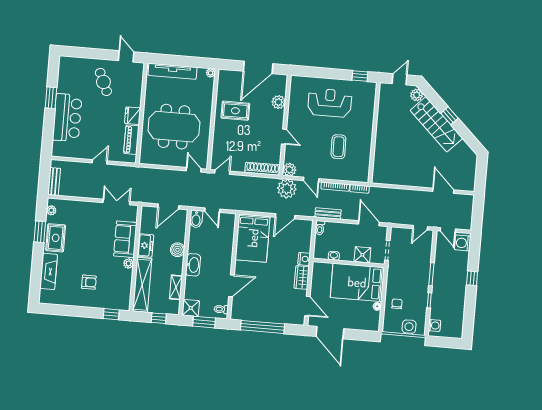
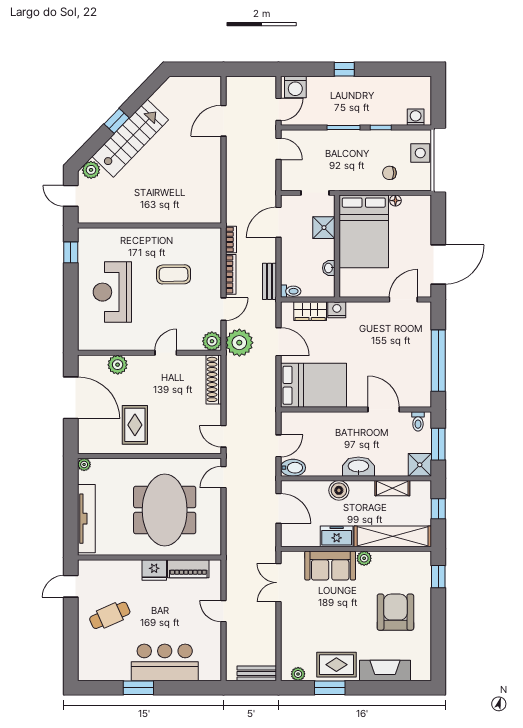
wardrobe: (302, 278) -> (310, 311), moved
armchair: (89, 282) -> (395, 612), width x1.88, depth x1.88

